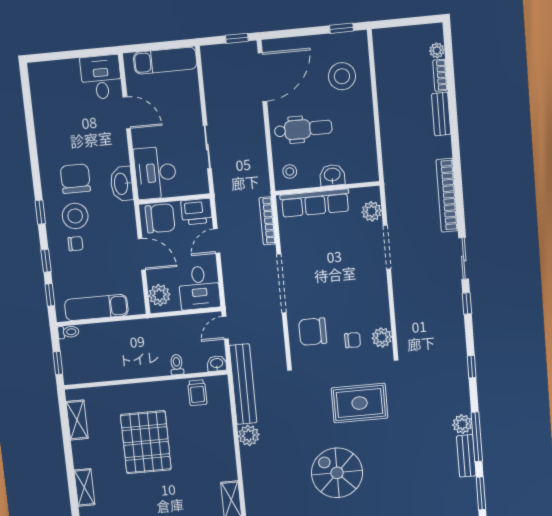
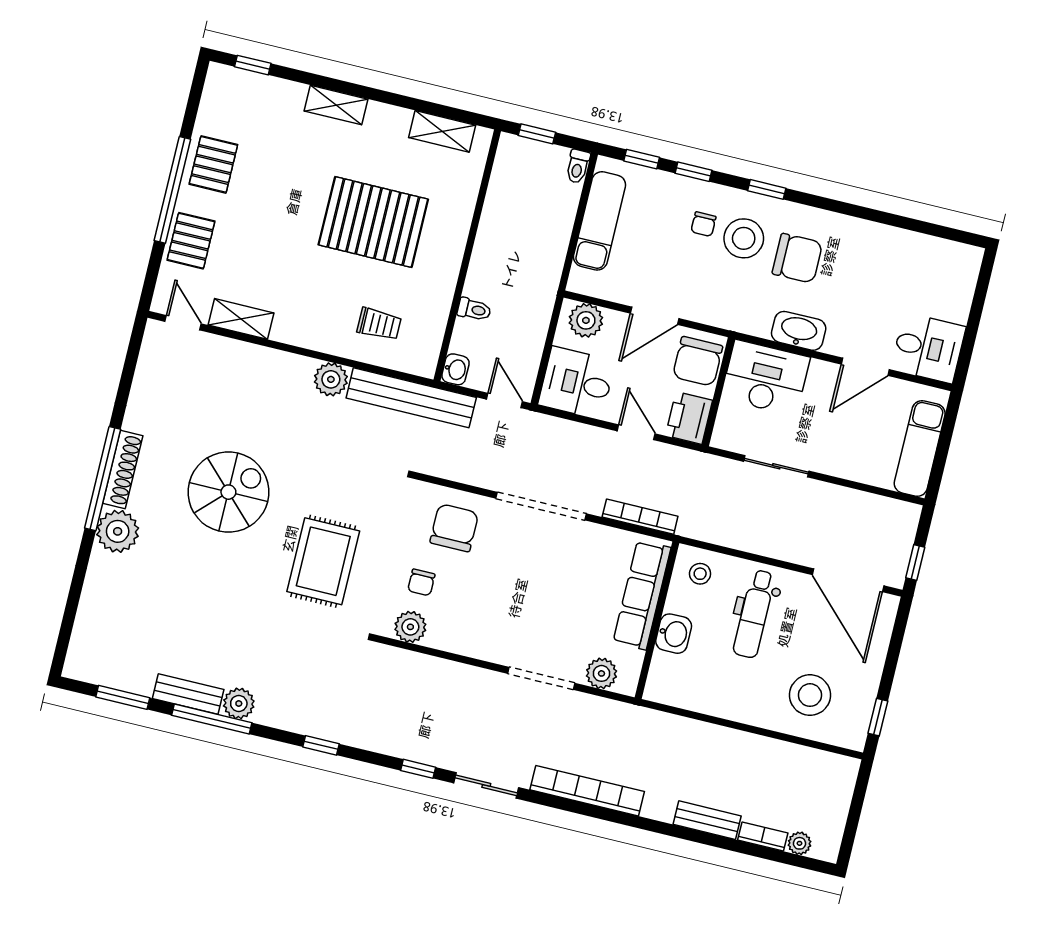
washbasin: (122, 184) -> (799, 331), moved
trolley: (197, 393) -> (379, 324), moved, turned 180

